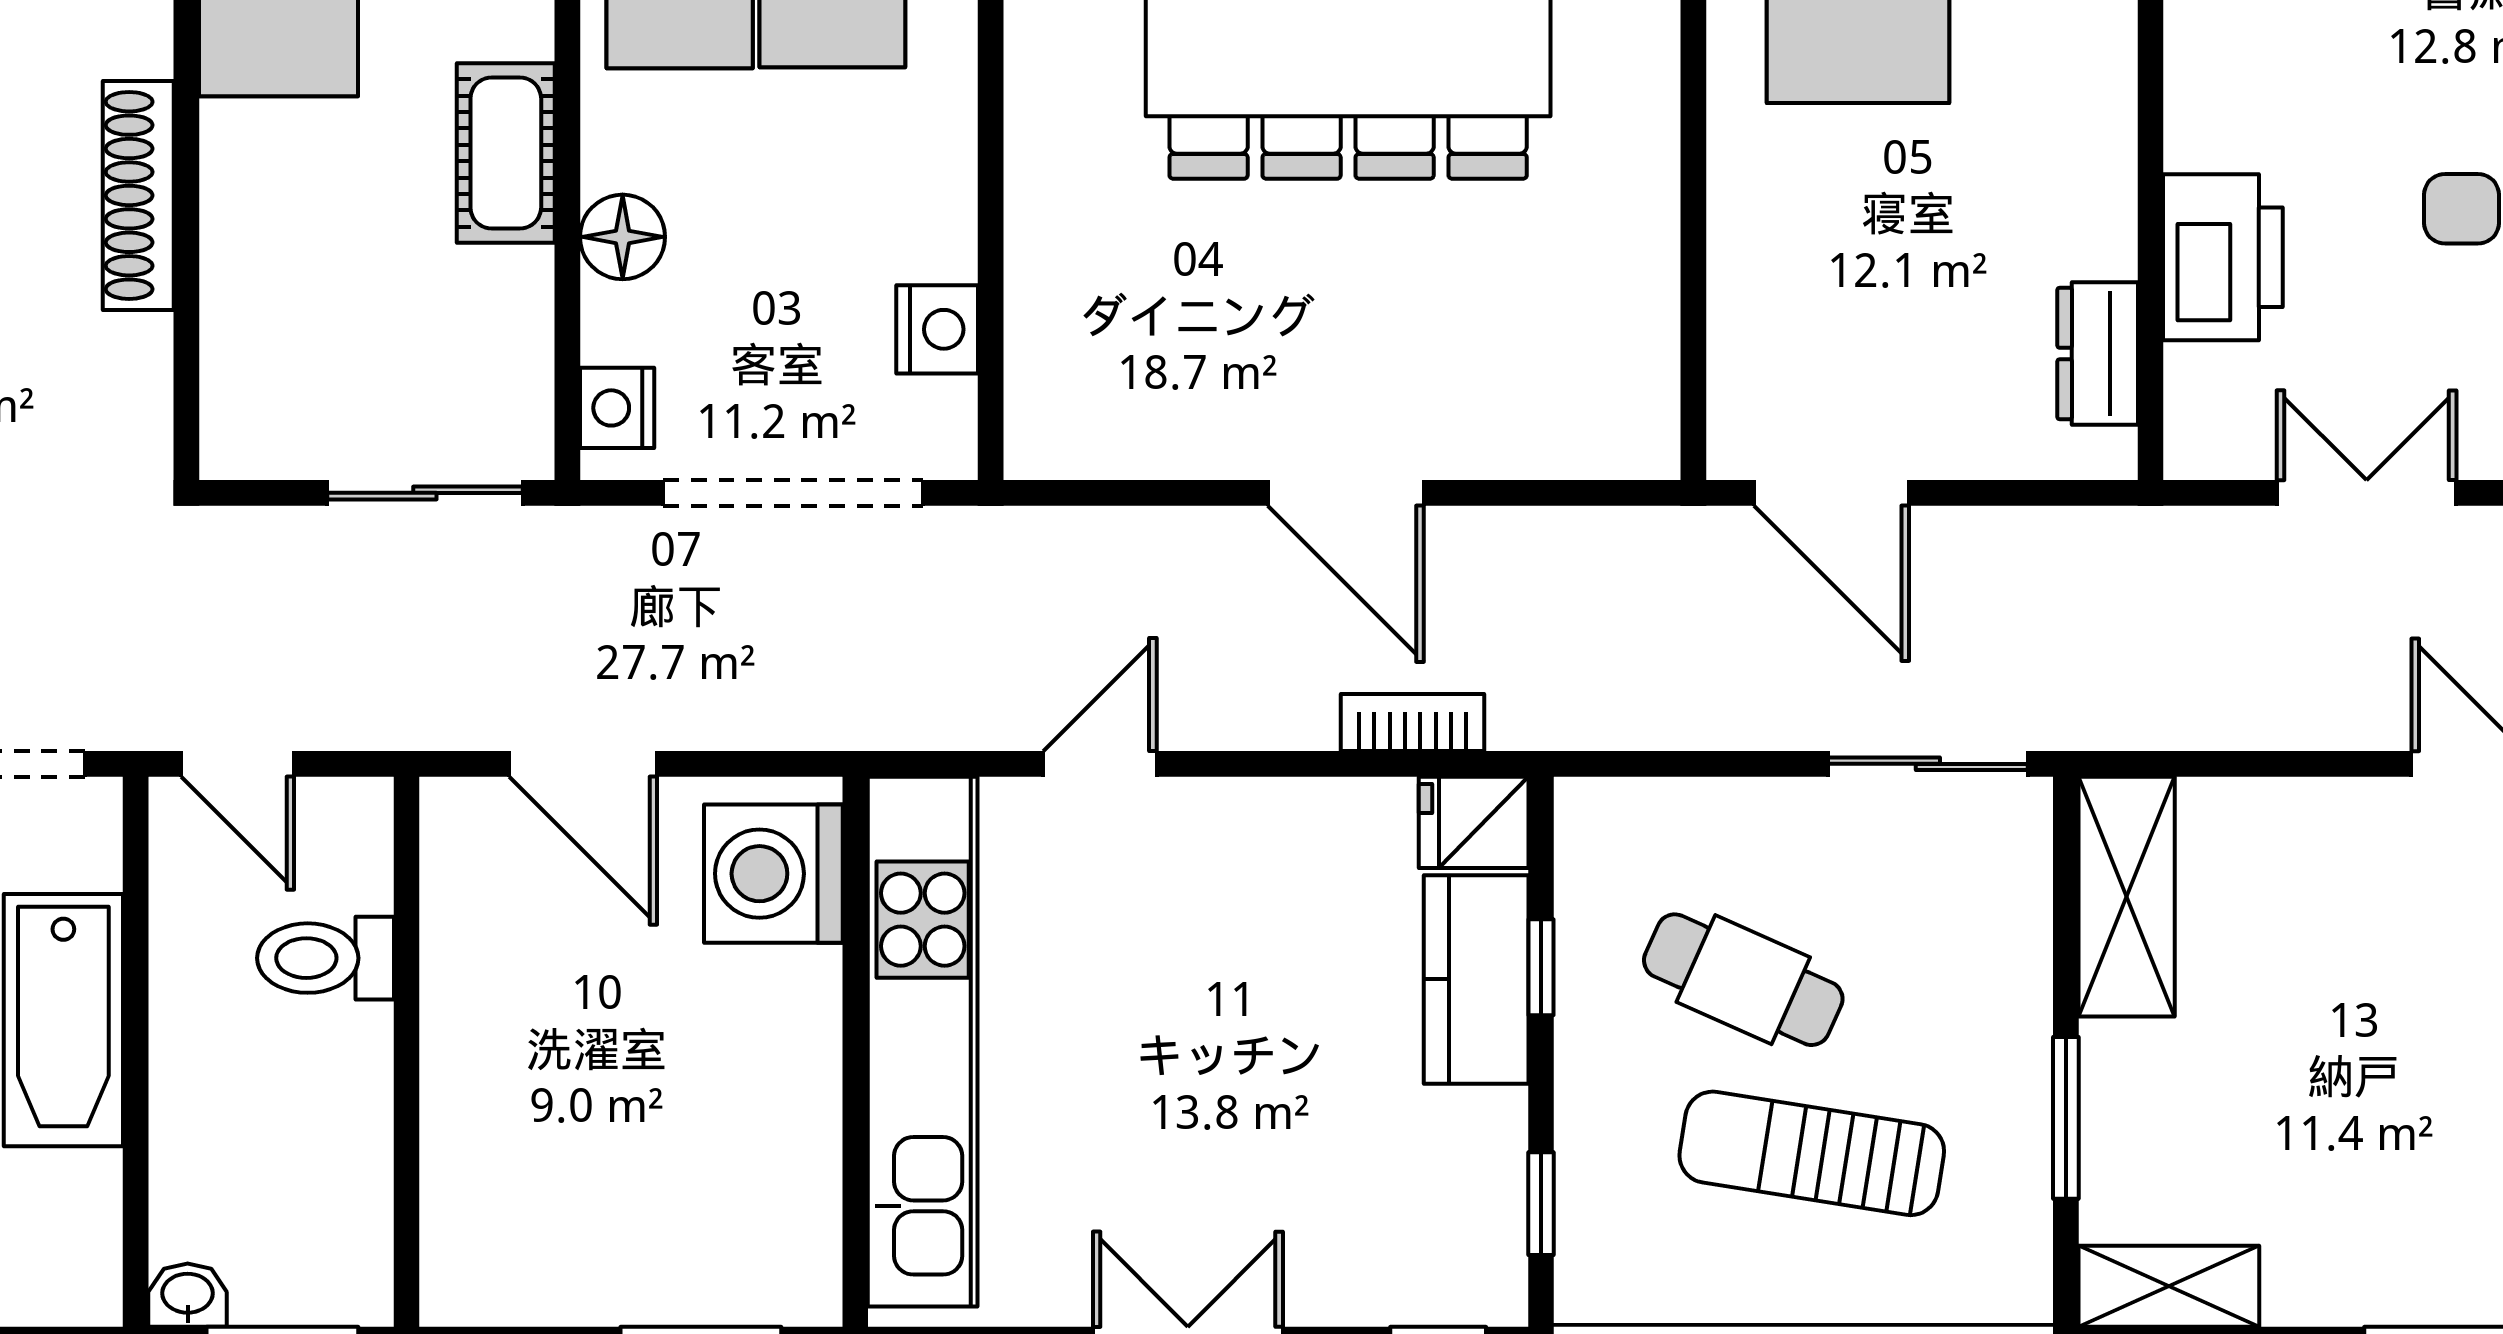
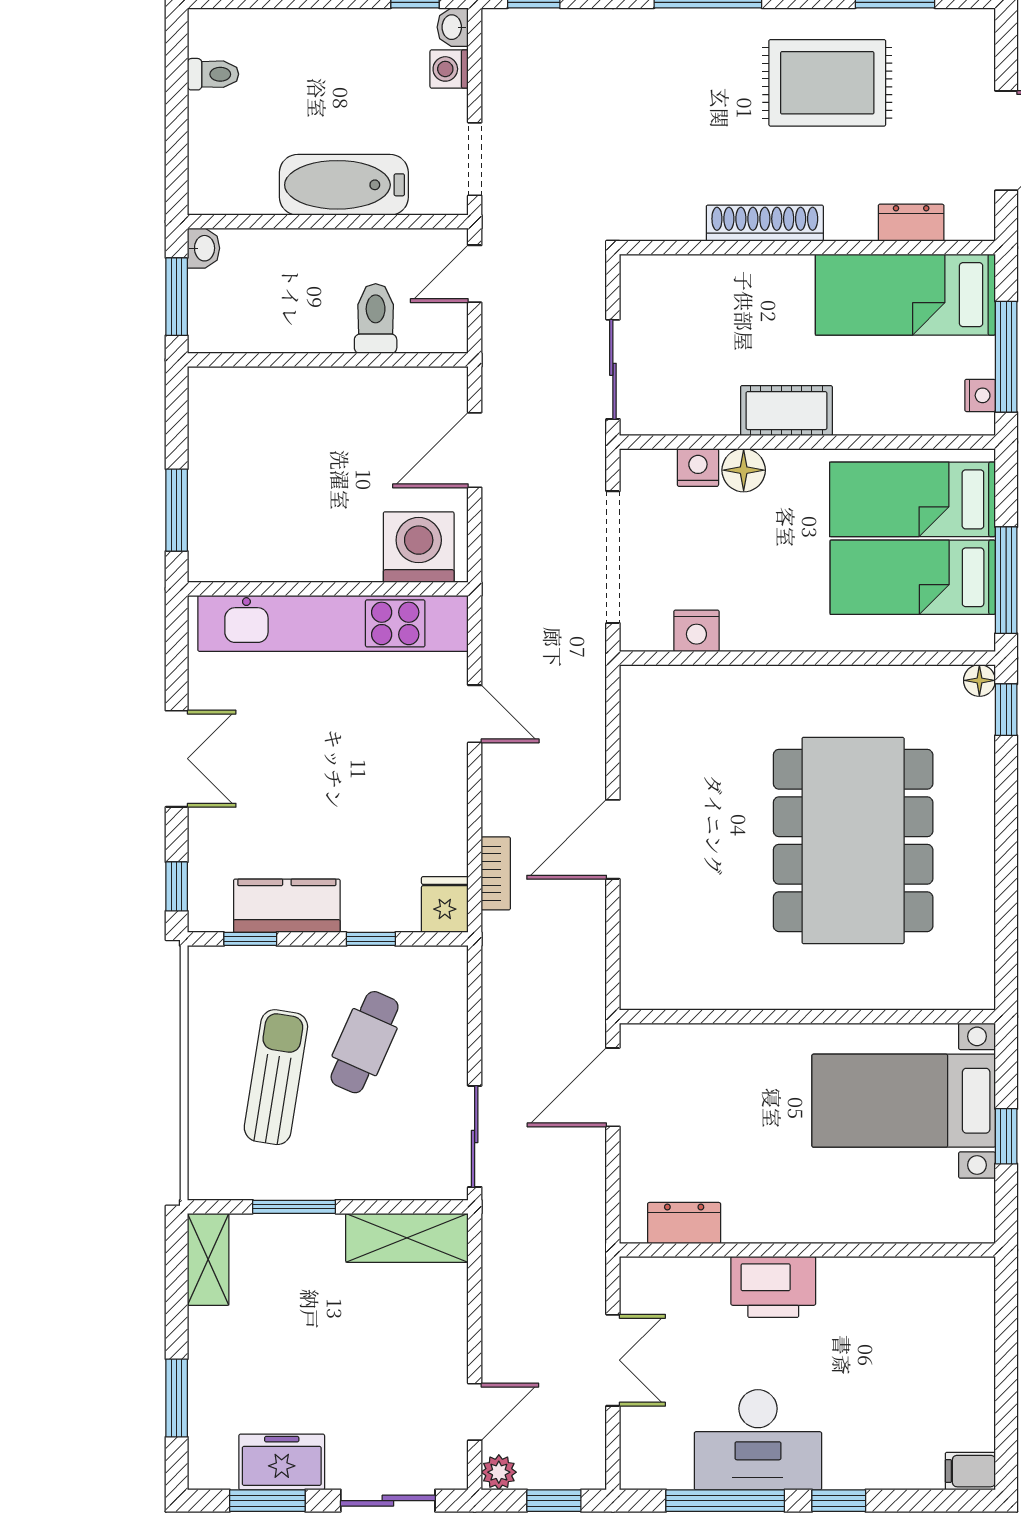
printer: (2223, 257) -> (773, 1287), moved
nightstand: (617, 408) -> (698, 467), moved
kitchen counter: (1476, 979) -> (287, 906), moved

